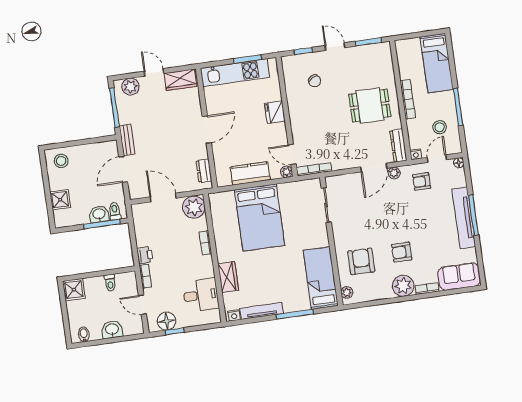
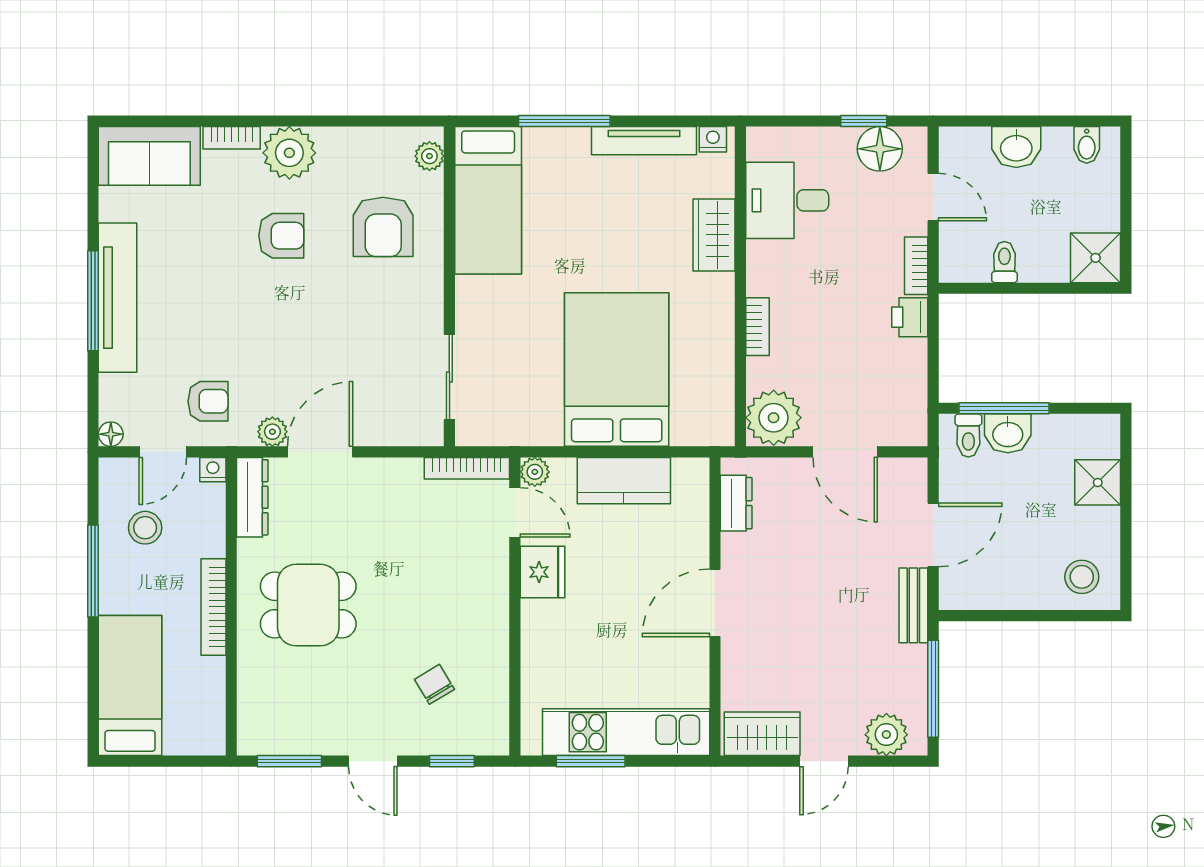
door: (154, 72) -> (824, 761), hinge flipped
fridge: (275, 112) -> (543, 572), moved

